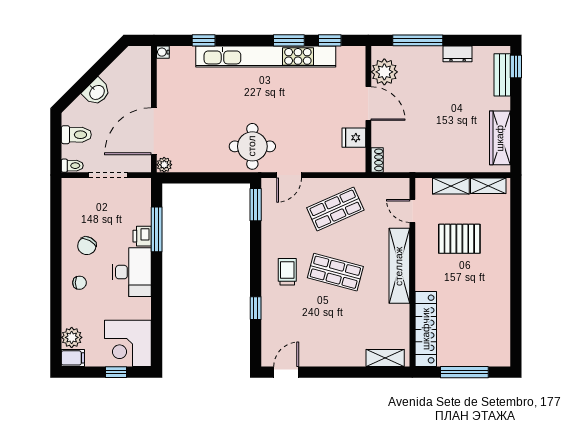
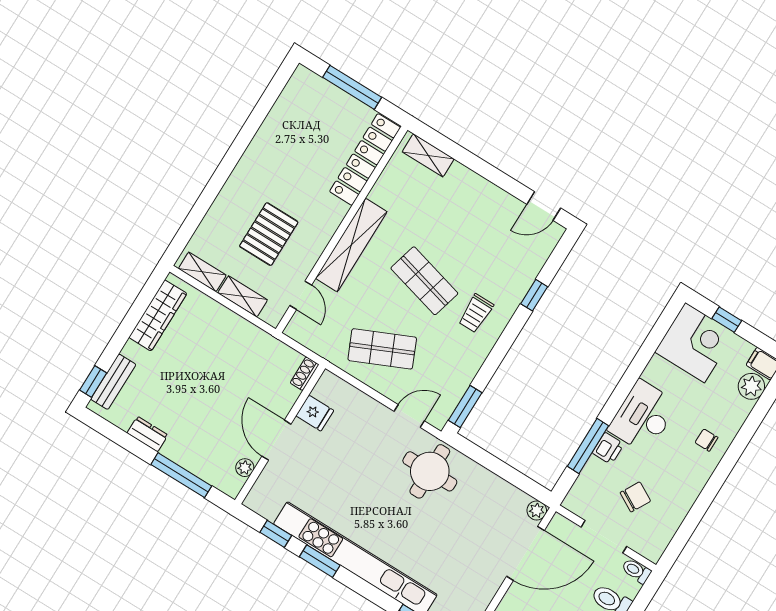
plant: (384, 72) -> (245, 468), width x0.53, depth x0.53
pallet: (459, 239) -> (269, 234), turned 90
chair: (87, 246) -> (635, 497), moved

